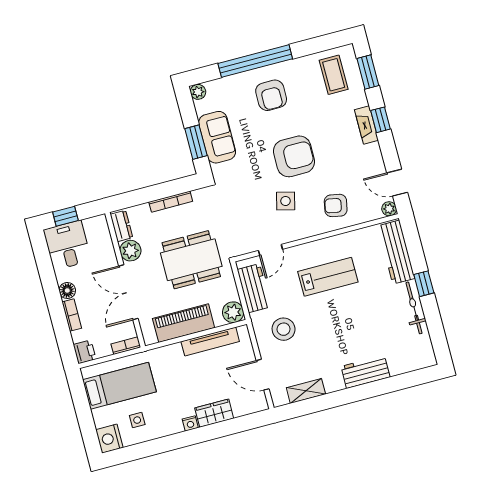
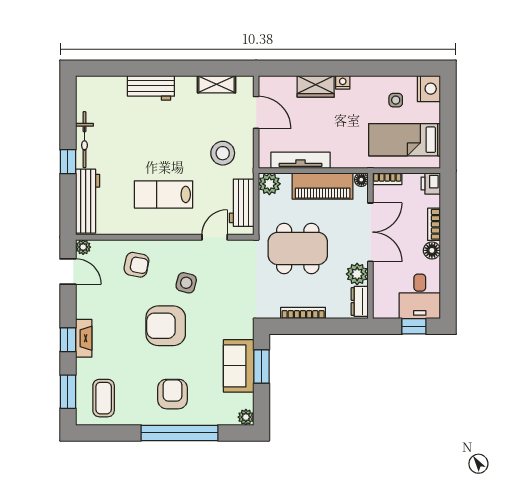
floor lamp: (150, 338) -> (361, 180), added

